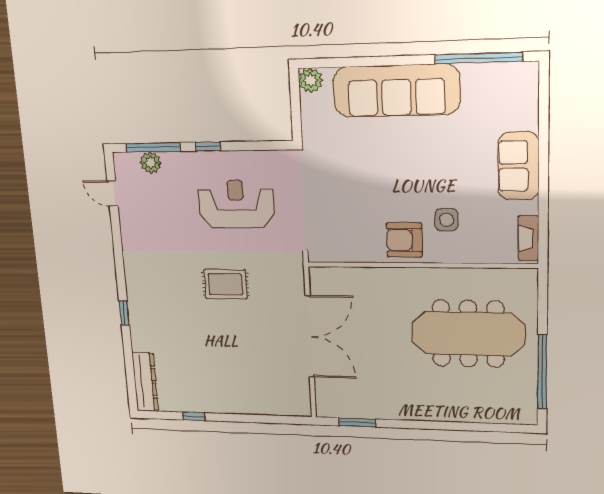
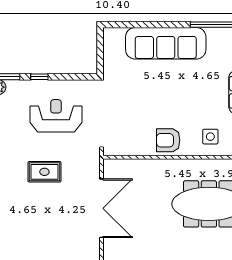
plant: (311, 80) -> (111, 35), removed
side table: (447, 220) -> (210, 137), moved

